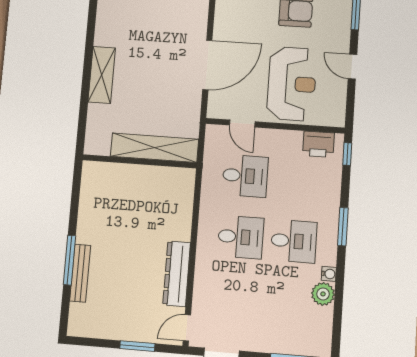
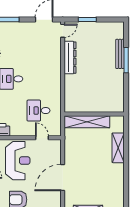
door: (207, 65) -> (63, 178), moved
shelving: (102, 75) -> (118, 148), moved
reception desk: (292, 84) -> (18, 161), turned 180
desk: (241, 237) -> (39, 79), removed

